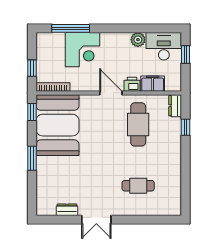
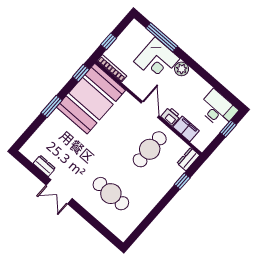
plant: (138, 40) -> (182, 69), moved
cafe table: (138, 186) -> (111, 194), width x1.37, depth x1.35

